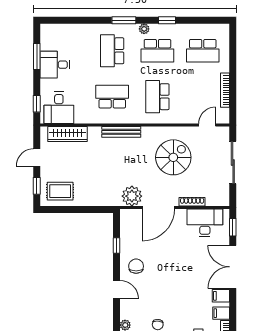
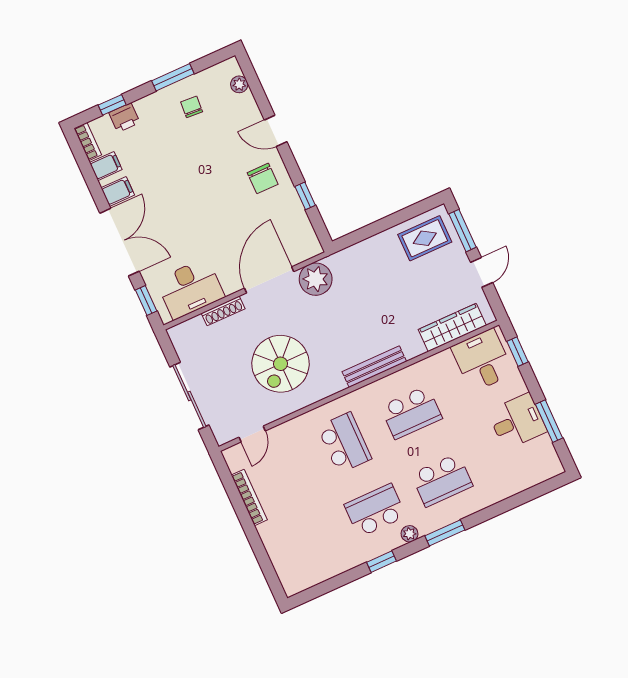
school desk: (112, 51) -> (442, 480), turned 90
school desk: (203, 51) -> (308, 541), removed
window: (37, 186) -> (463, 231), width x1.50

